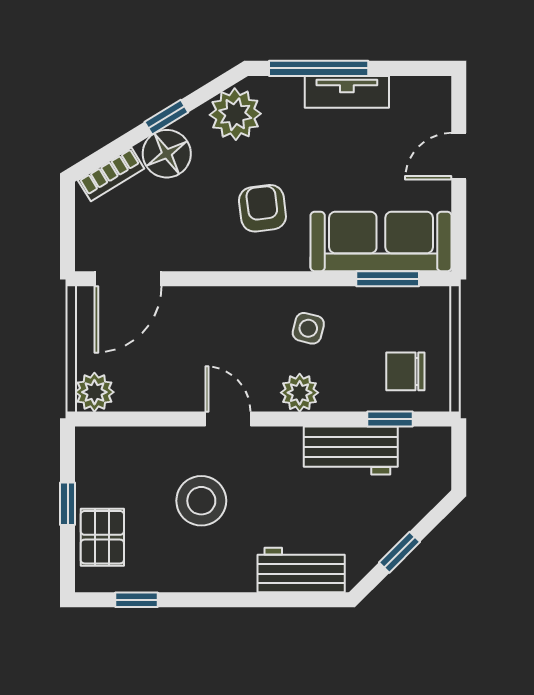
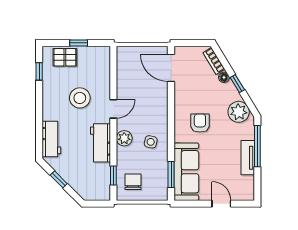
floor lamp: (167, 154) -> (224, 77), width x0.53, depth x0.53
armchair: (262, 208) -> (200, 123), turned -83
plant: (94, 392) -> (124, 54), removed
workbench: (351, 451) -> (100, 143), moved

